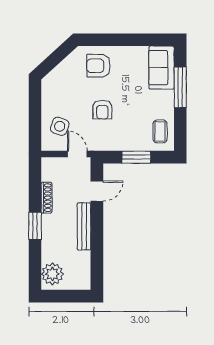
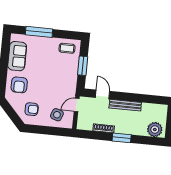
sofa: (162, 68) -> (17, 56), moved, turned -90
armchair: (102, 110) -> (32, 109), moved

